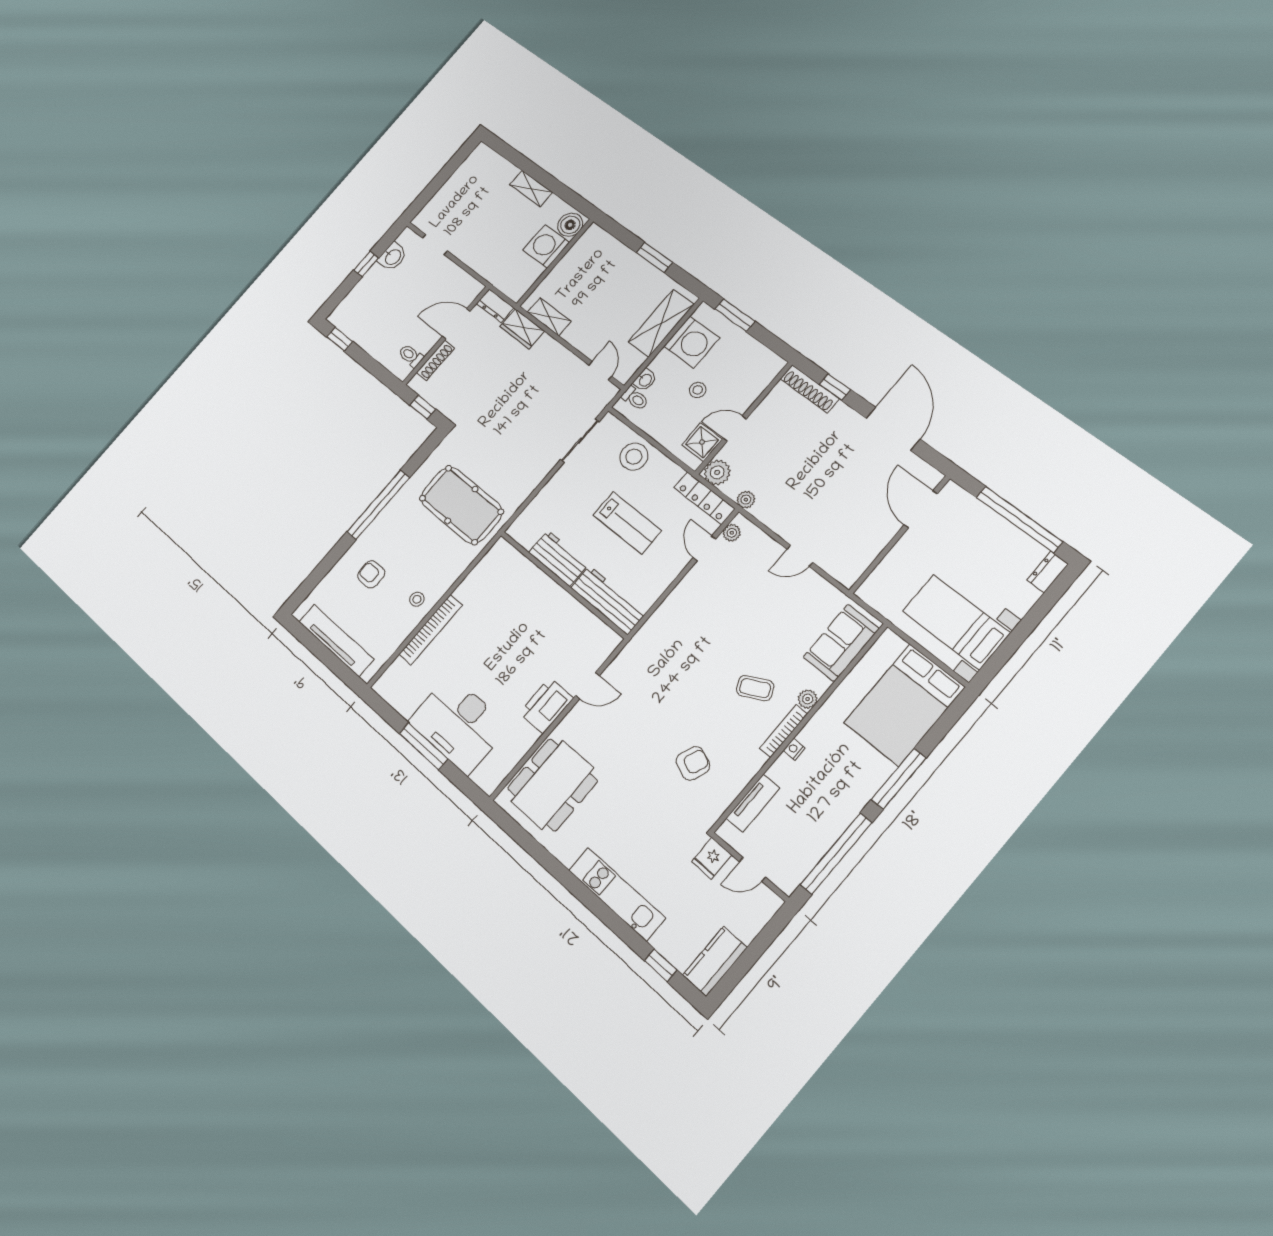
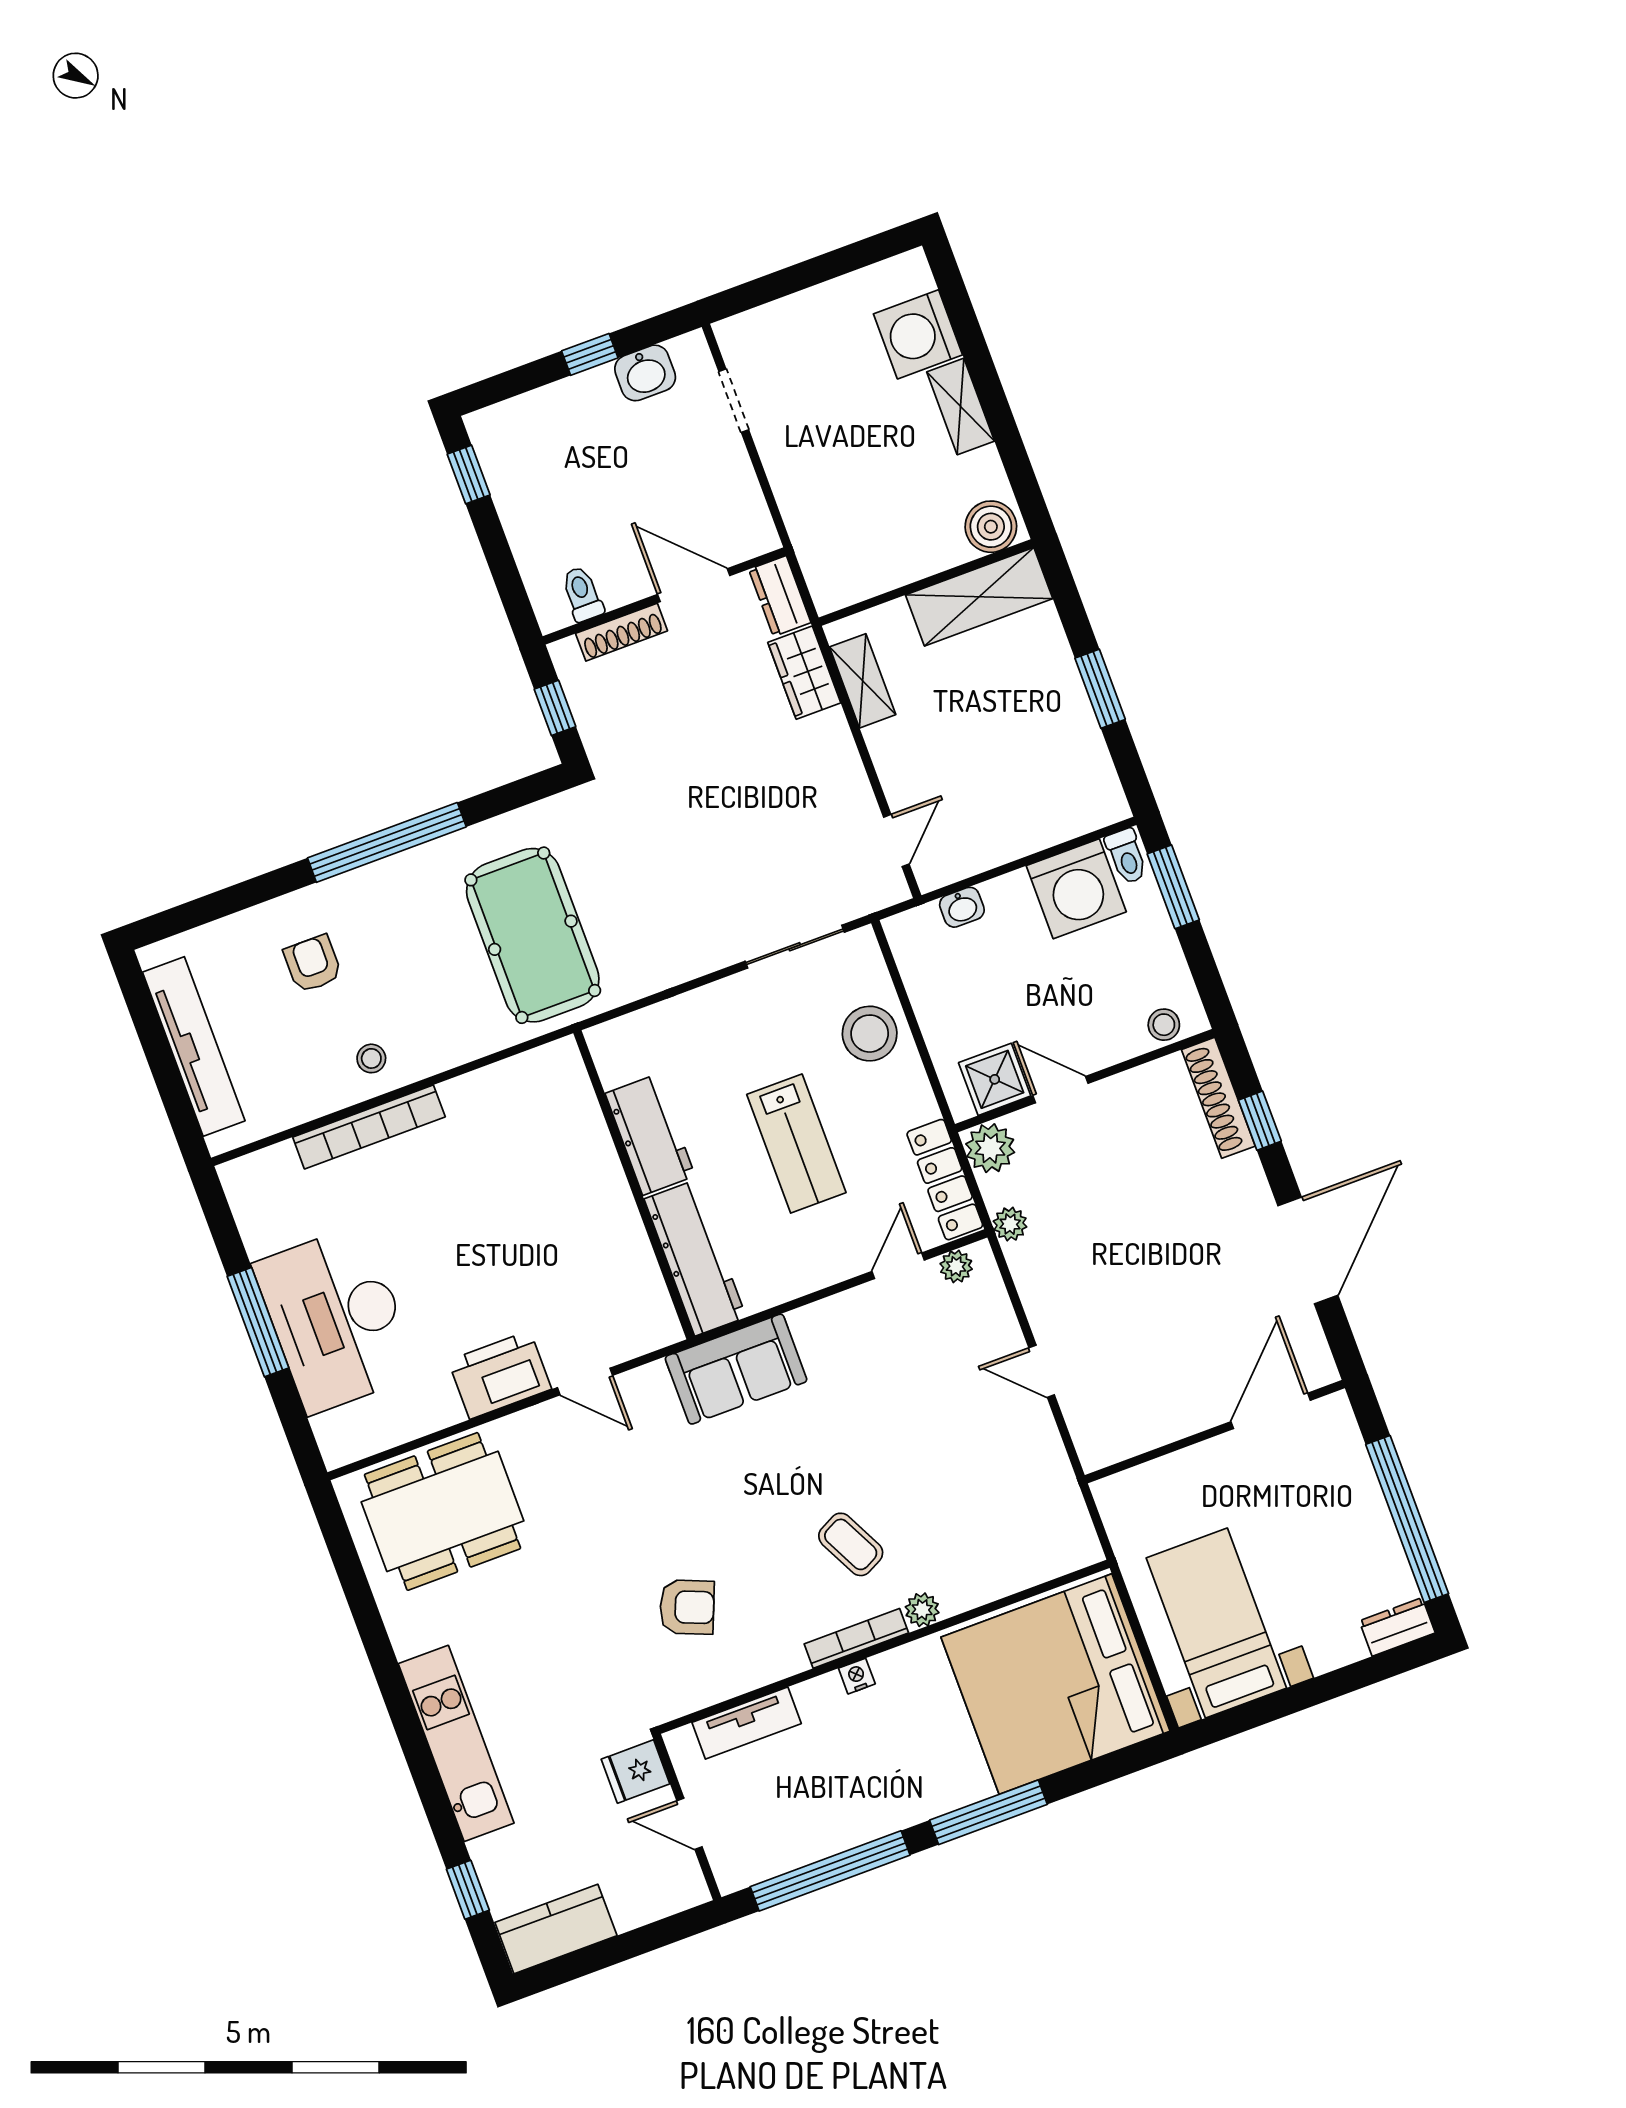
washing machine: (546, 246) -> (918, 334), moved, turned -90
shelving: (661, 323) -> (979, 597), moved
stool: (698, 390) -> (1164, 1025), moved
toilet: (635, 398) -> (1127, 856), moved
sofa: (841, 643) -> (736, 1369), moved, turned 180
bed: (904, 705) -> (1055, 1684), width x1.36

